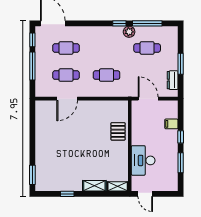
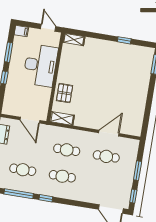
plant: (129, 32) -> (38, 188), removed
cafe table: (66, 48) -> (62, 176), moved
window: (32, 66) -> (138, 171), width x0.69
filing cabinet: (171, 124) -> (21, 31), moved
desk: (143, 160) -> (40, 65), width x1.36, depth x1.30
shelving: (94, 186) -> (62, 118), moved

